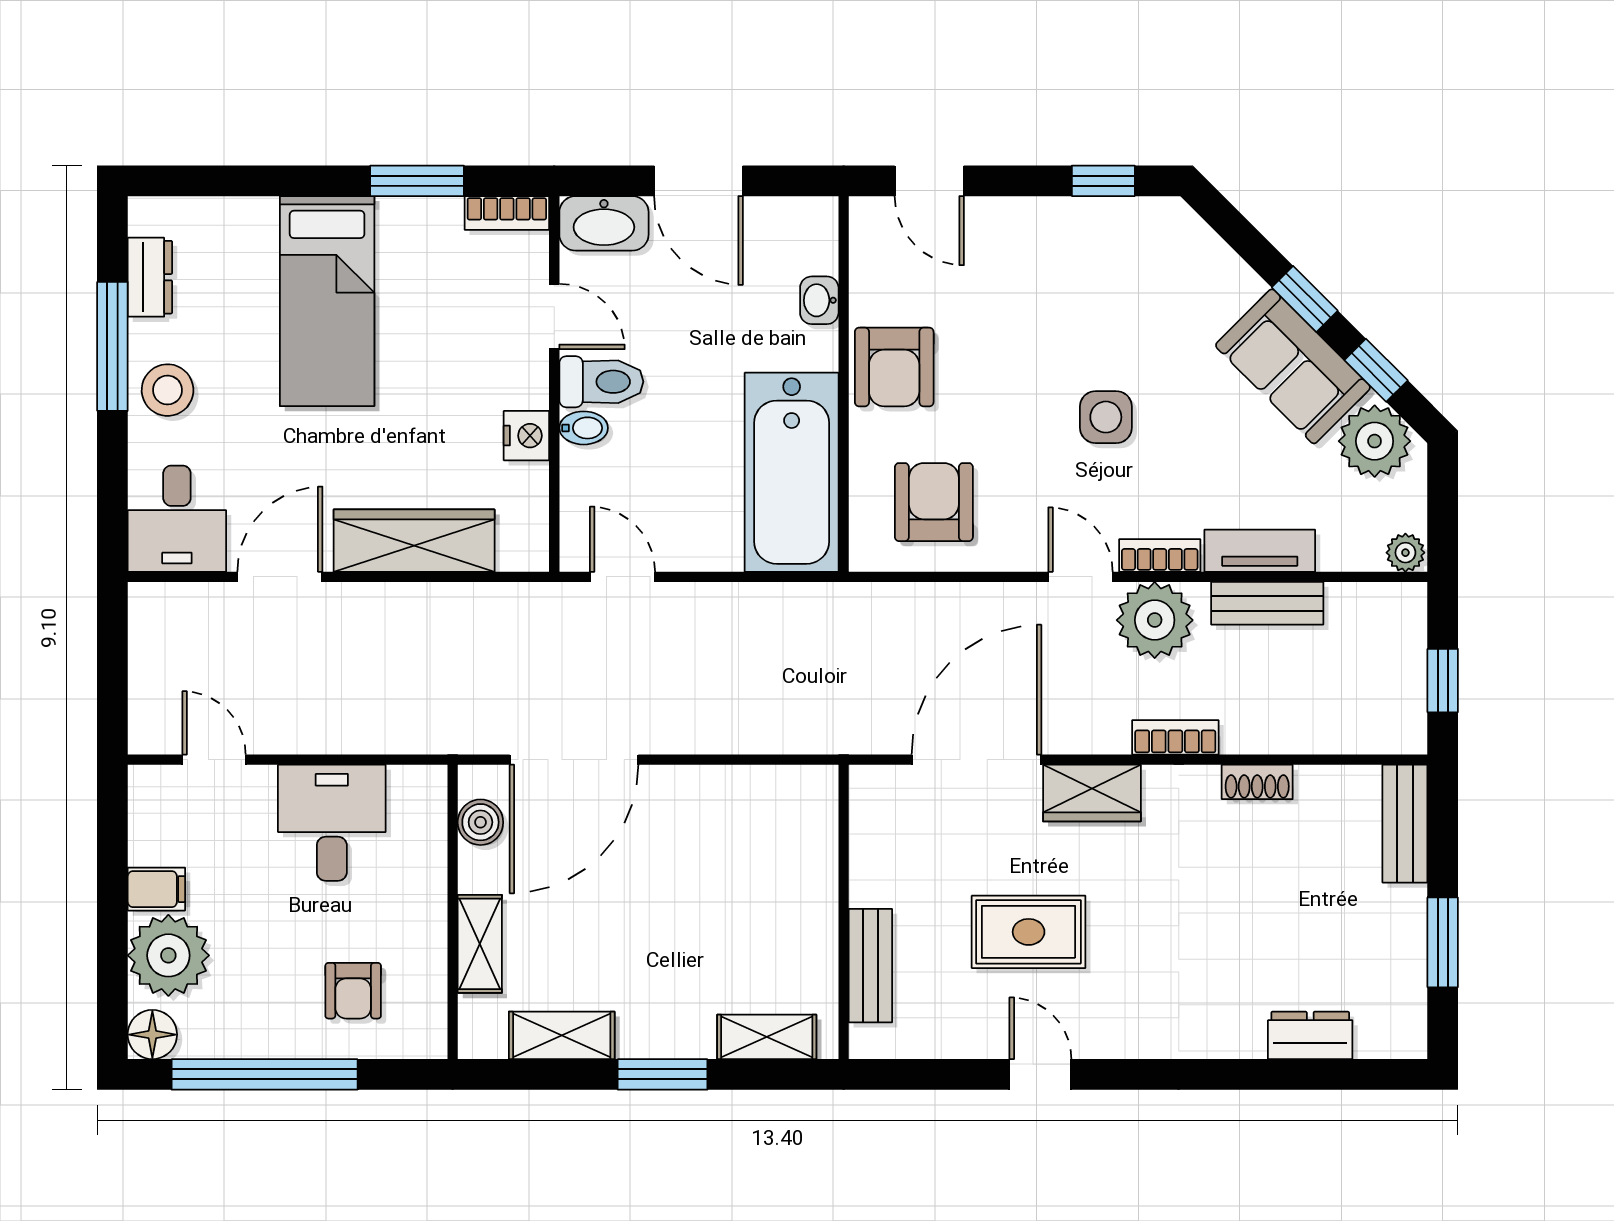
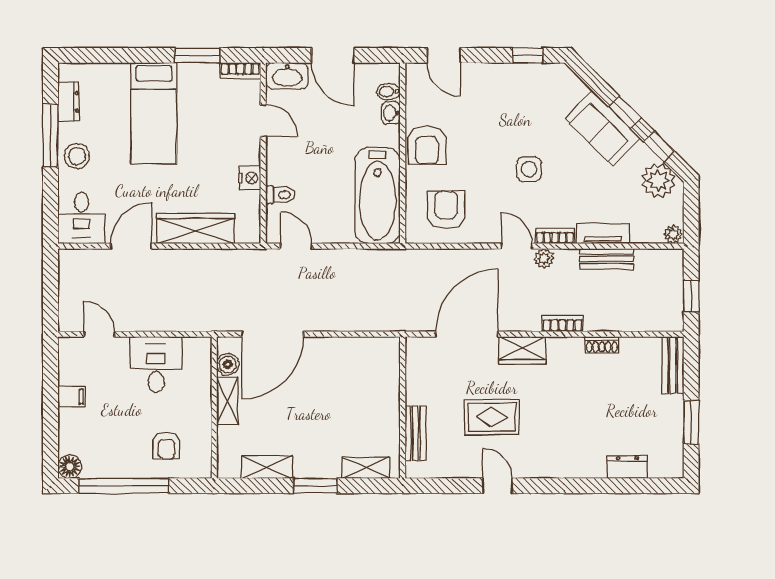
sofa: (1293, 366) -> (603, 128), moved
toilet: (601, 382) -> (280, 195), moved, width x0.73, depth x0.72
bidet: (584, 428) -> (388, 92), moved, turned 180
plant: (1155, 620) -> (544, 258), width x0.53, depth x0.53
shelving: (480, 944) -> (227, 401), moved
plant: (168, 955) -> (77, 428), removed

